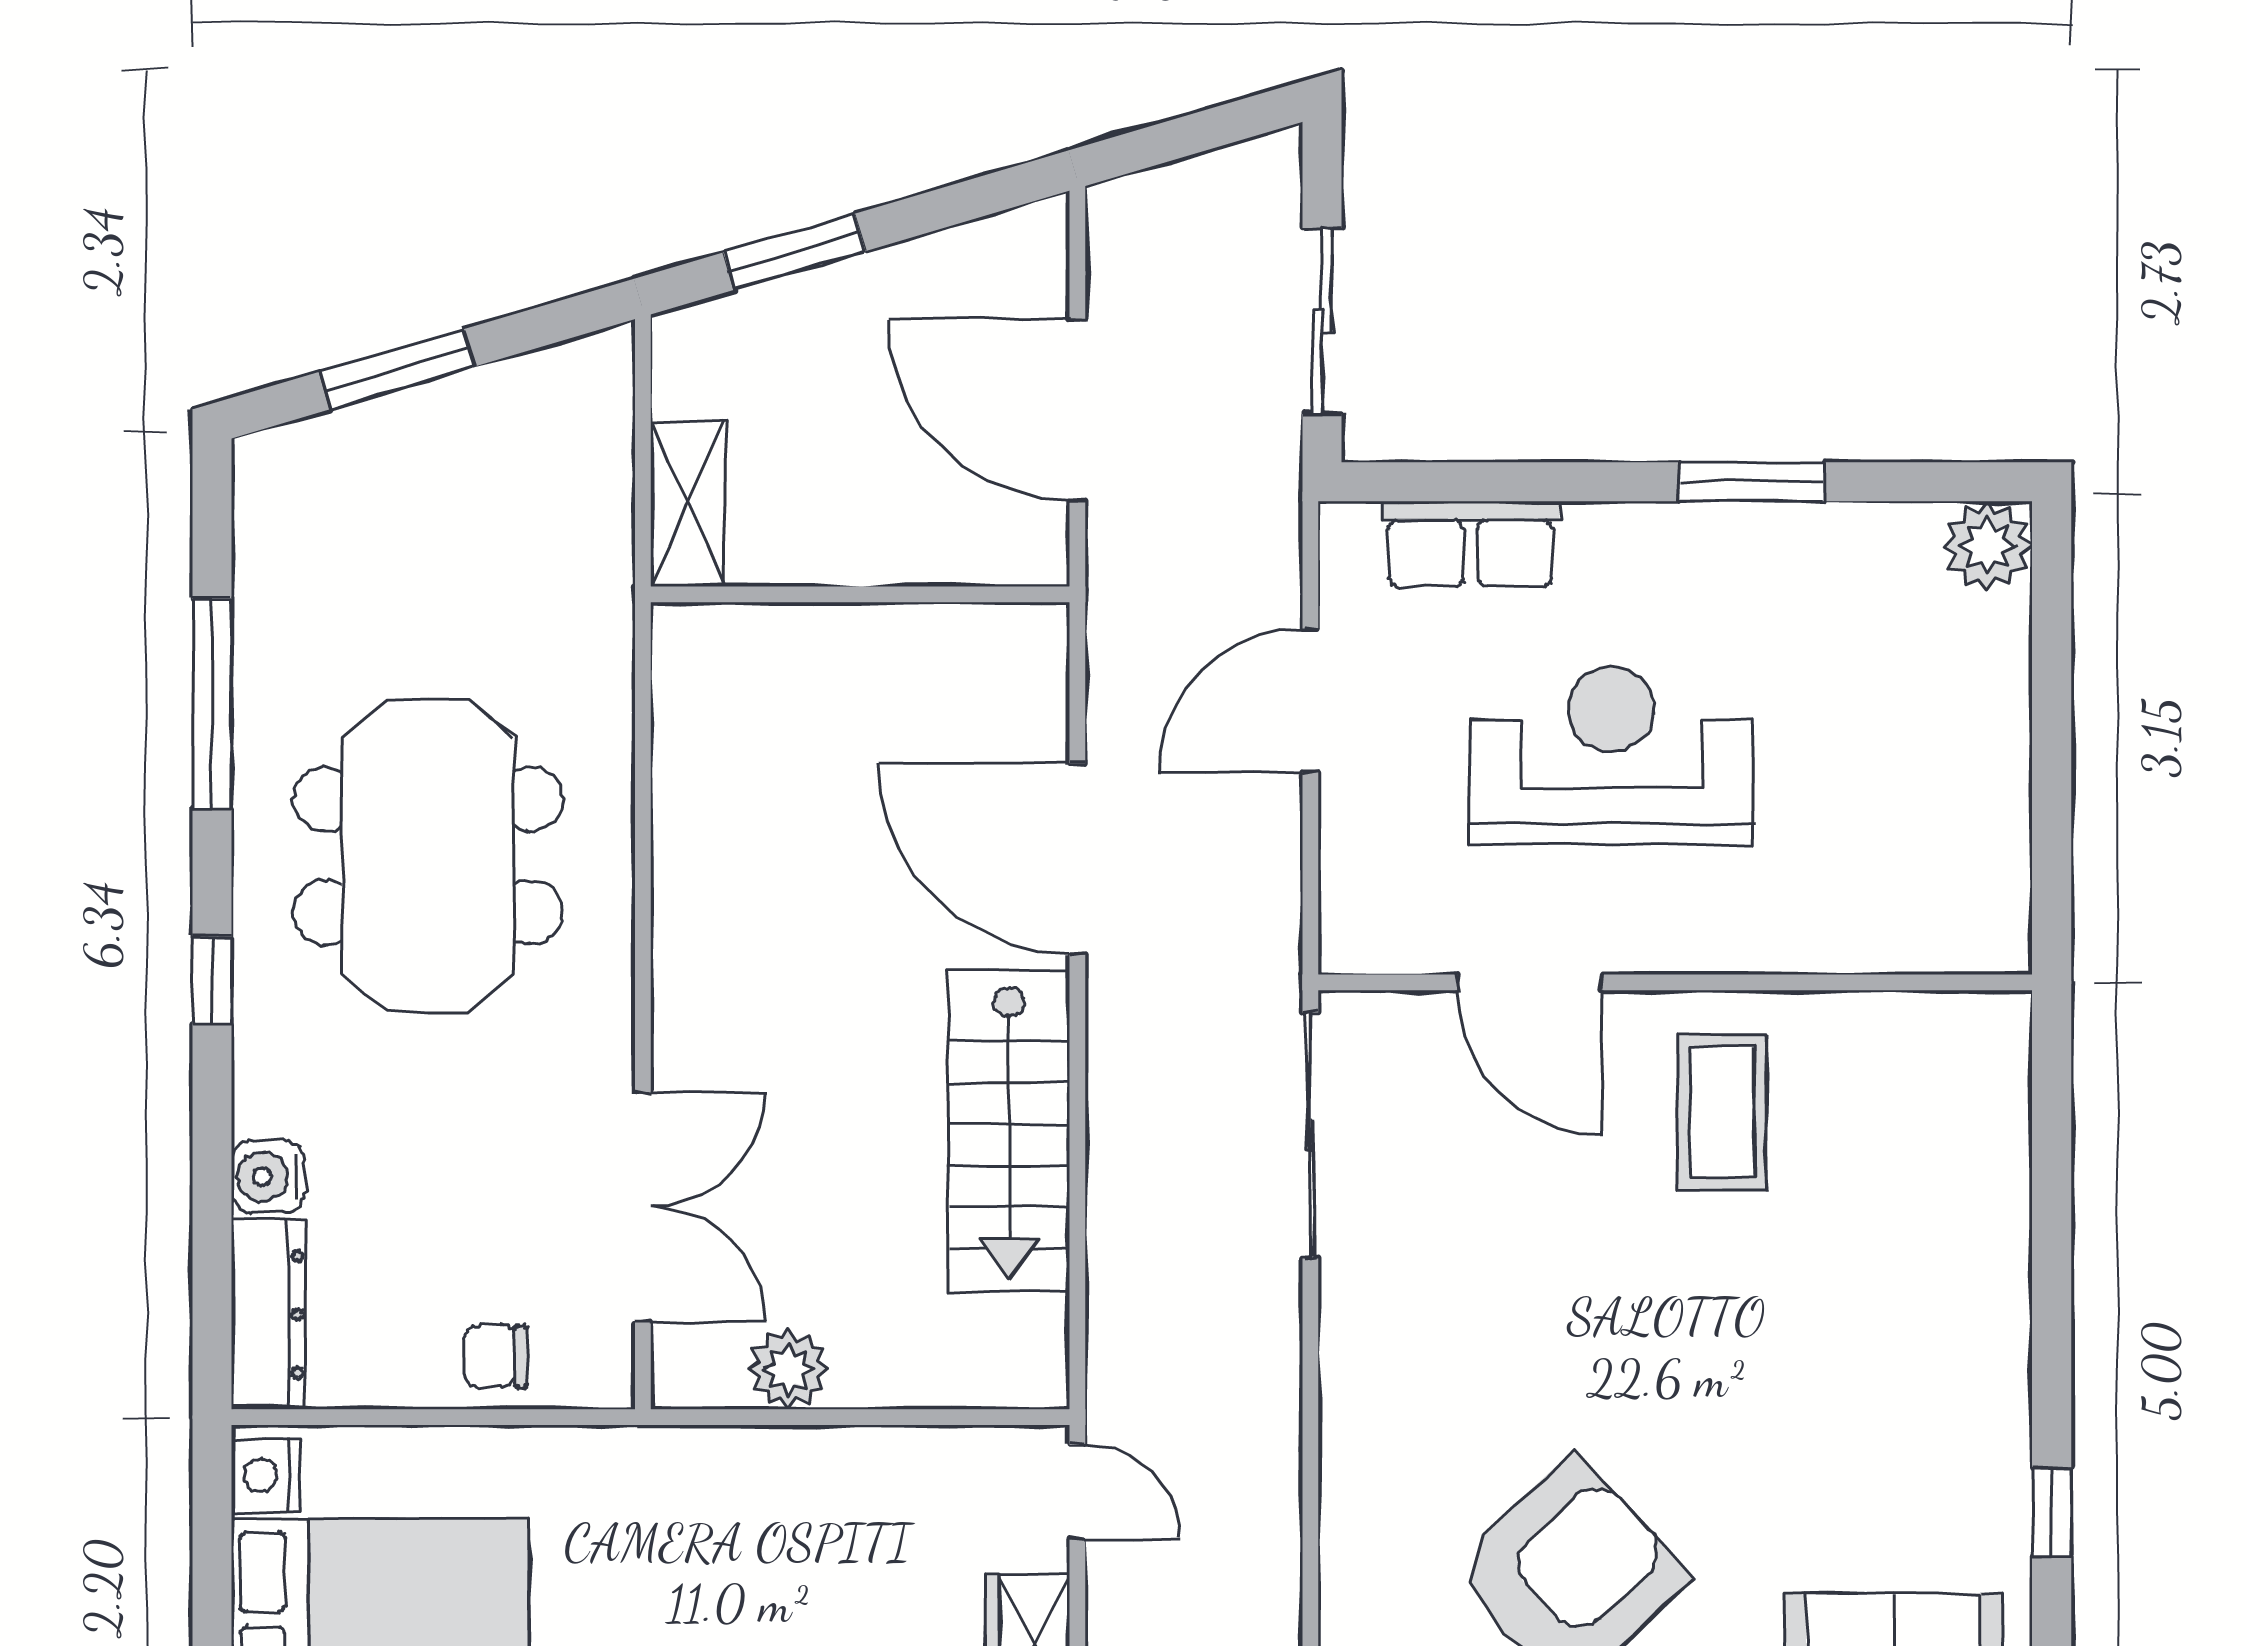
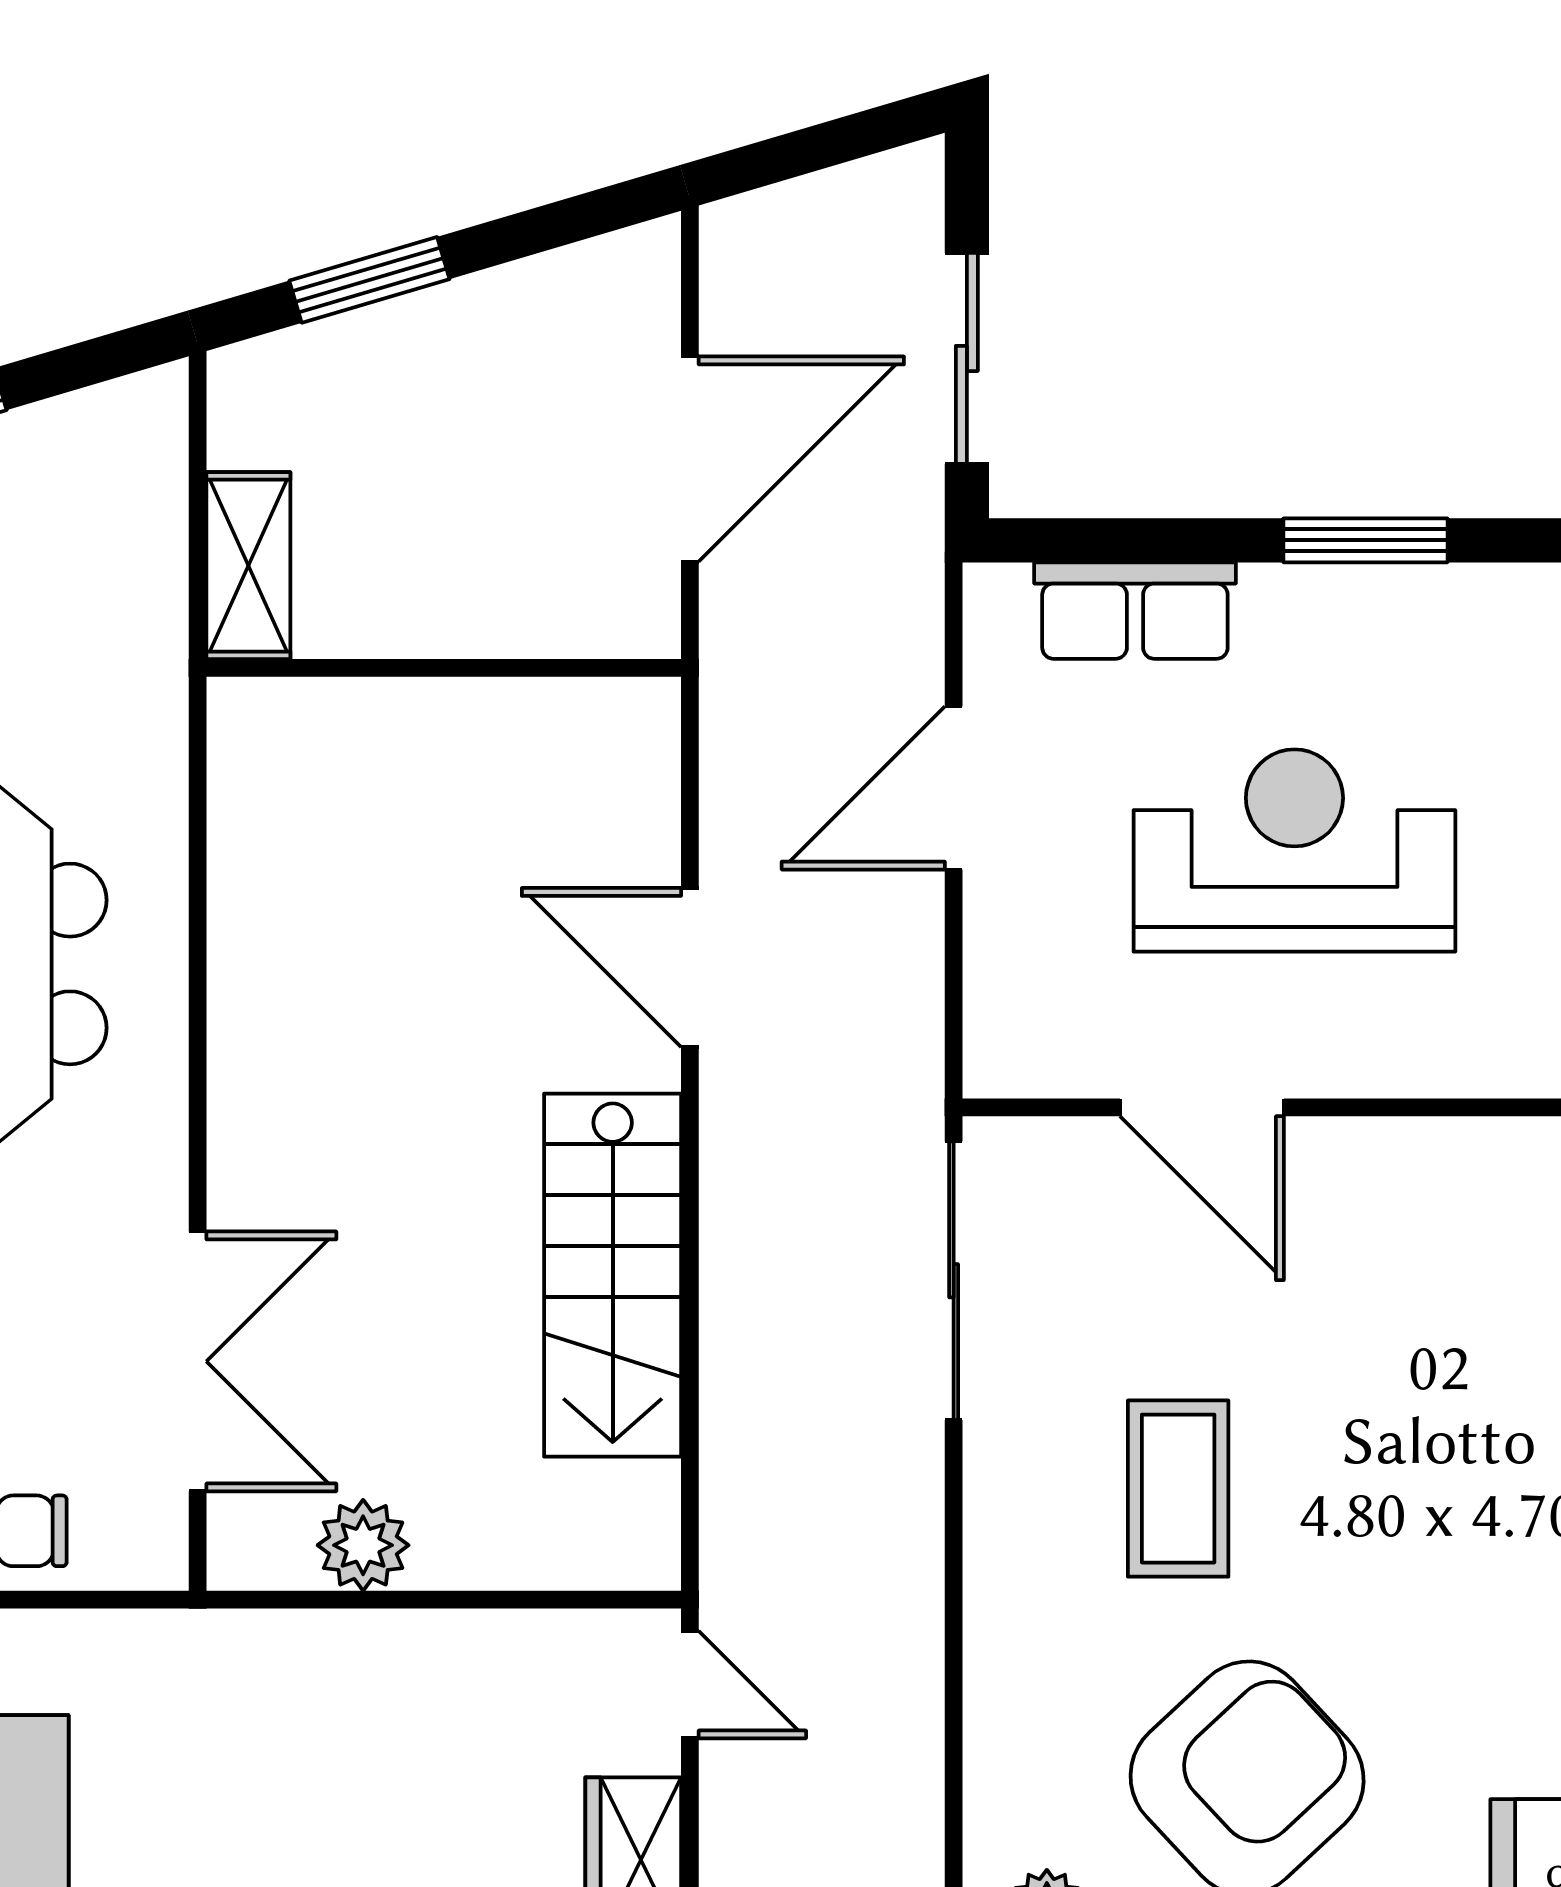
door: (1077, 410) -> (690, 459), swing flipped
window: (1752, 482) -> (1365, 540), moved
door: (1077, 859) -> (690, 968), width x0.73
coffee table: (1722, 1112) -> (1178, 1489), moved

